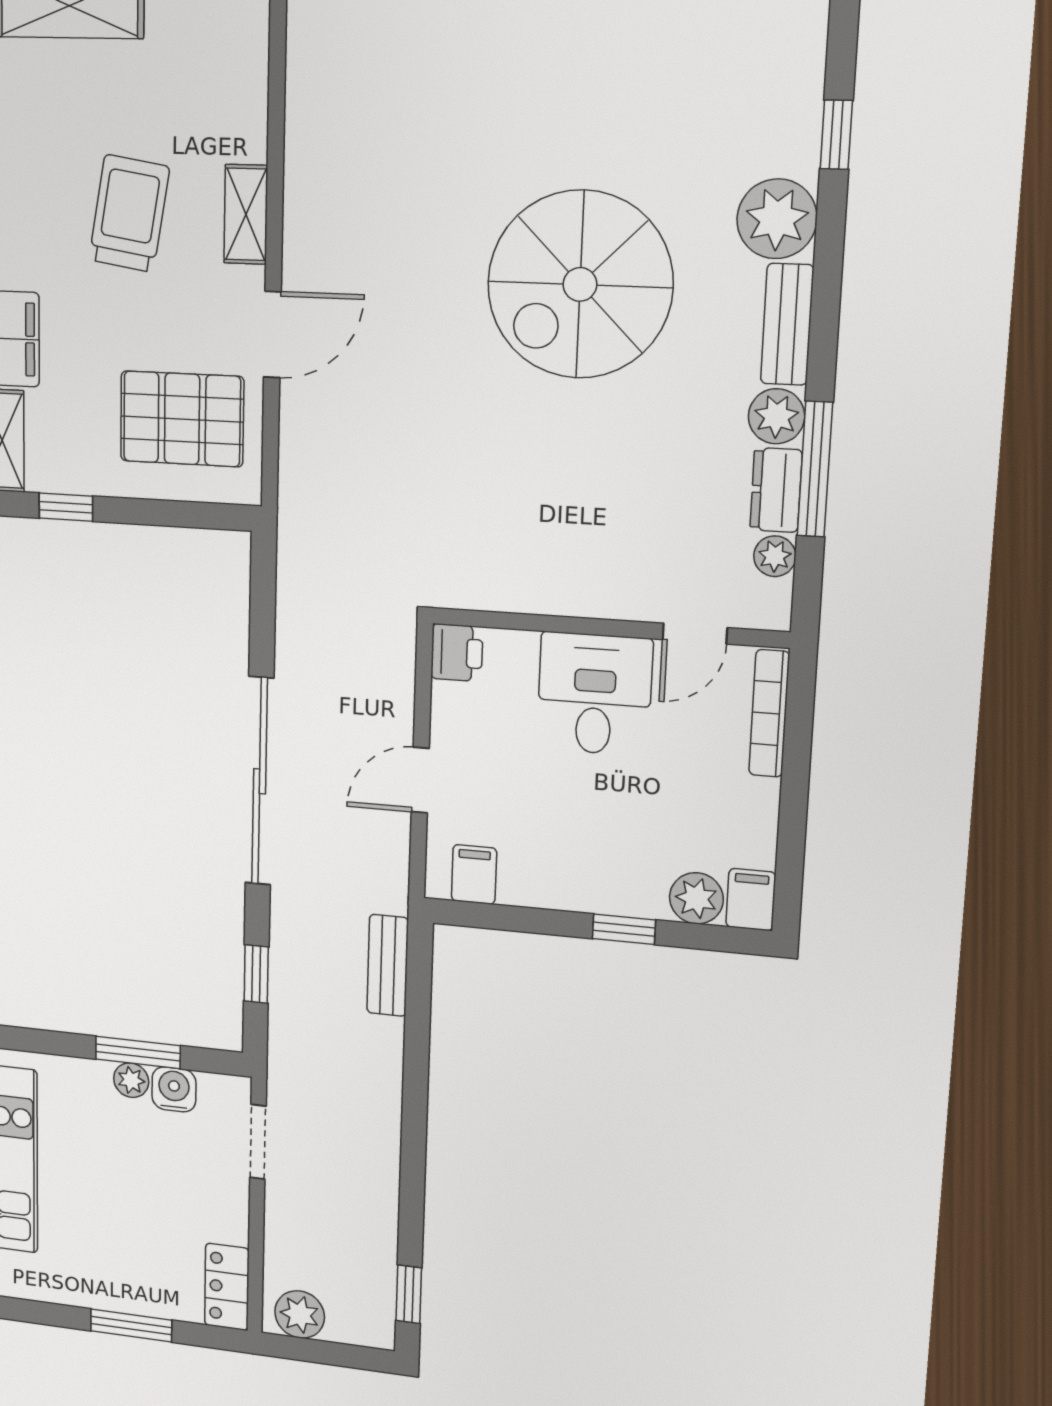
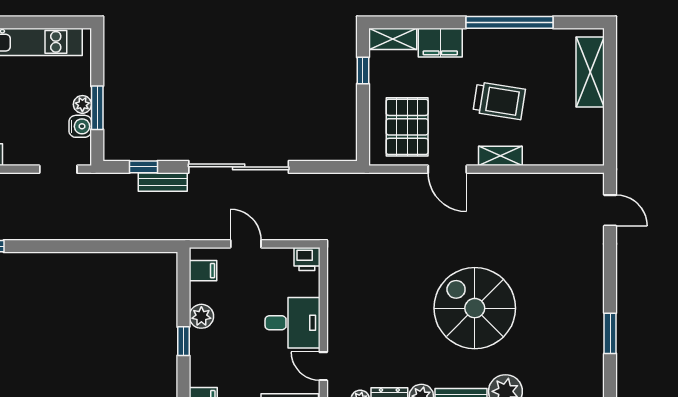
plant: (696, 898) -> (201, 316), moved
bench: (388, 965) -> (163, 182), moved

